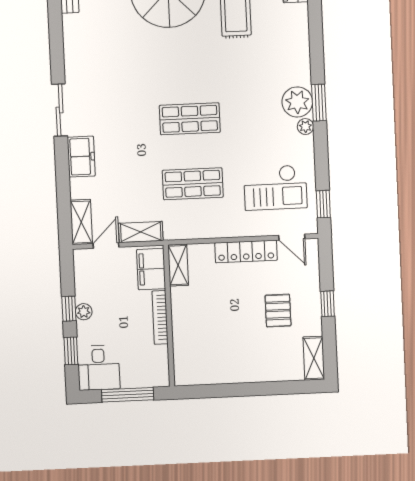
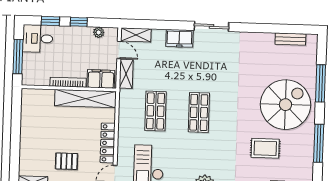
shelving: (178, 265) -> (85, 99), width x2.20, depth x1.33
plant: (84, 312) -> (99, 32), moved

